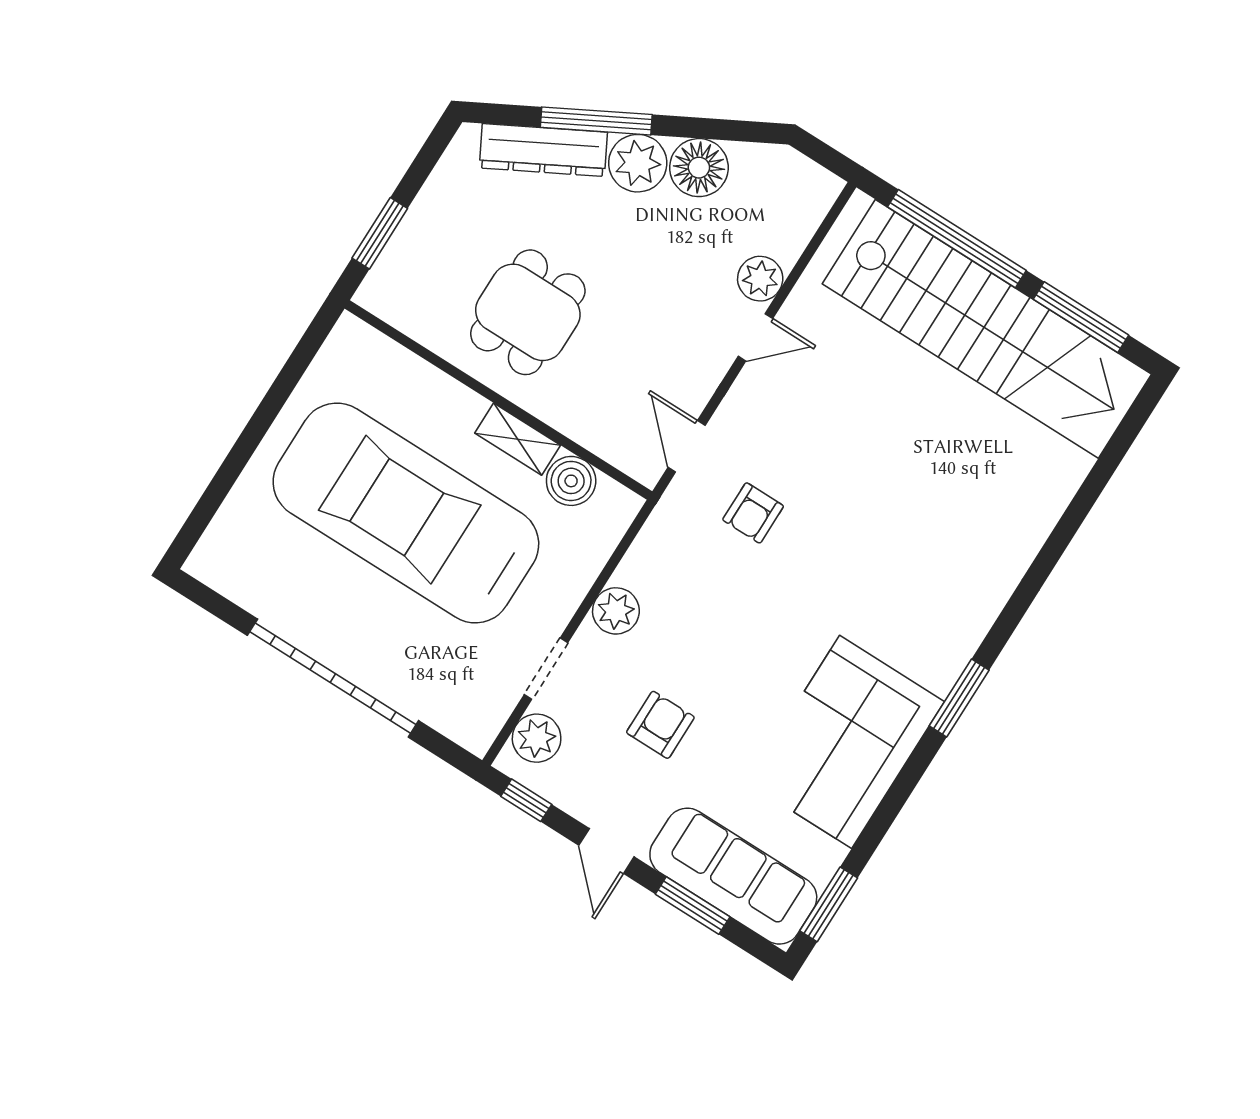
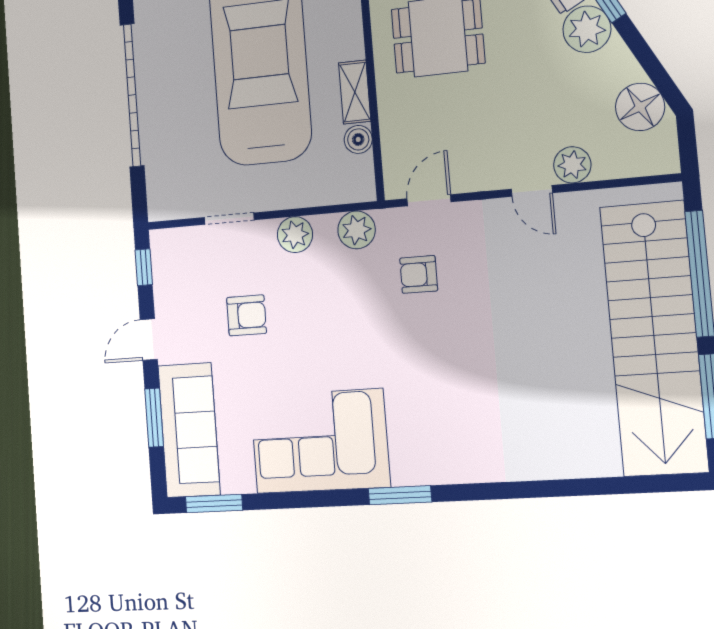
floor lamp: (699, 168) -> (640, 107), moved
boiler: (571, 481) -> (358, 139), width x0.73, depth x0.73
plant: (537, 738) -> (357, 230), moved

